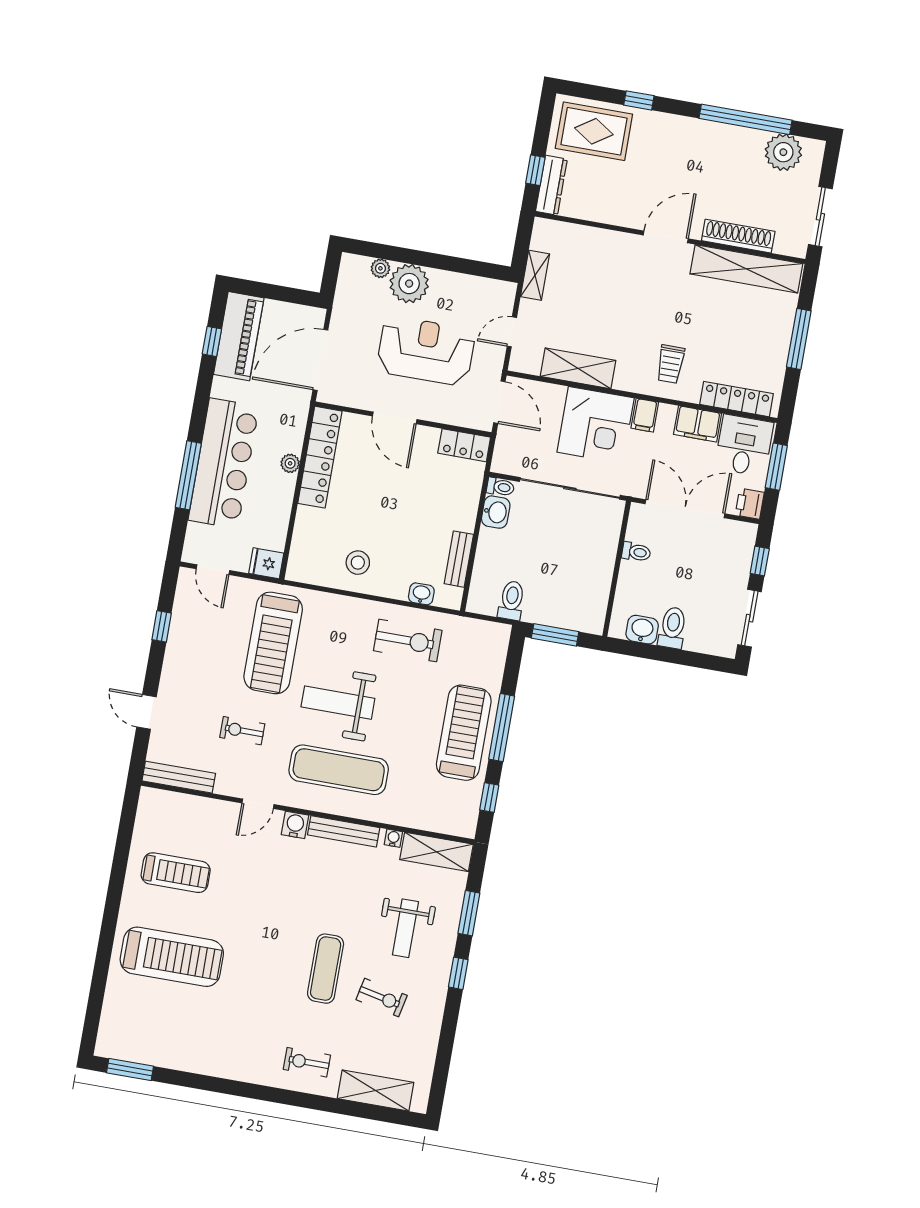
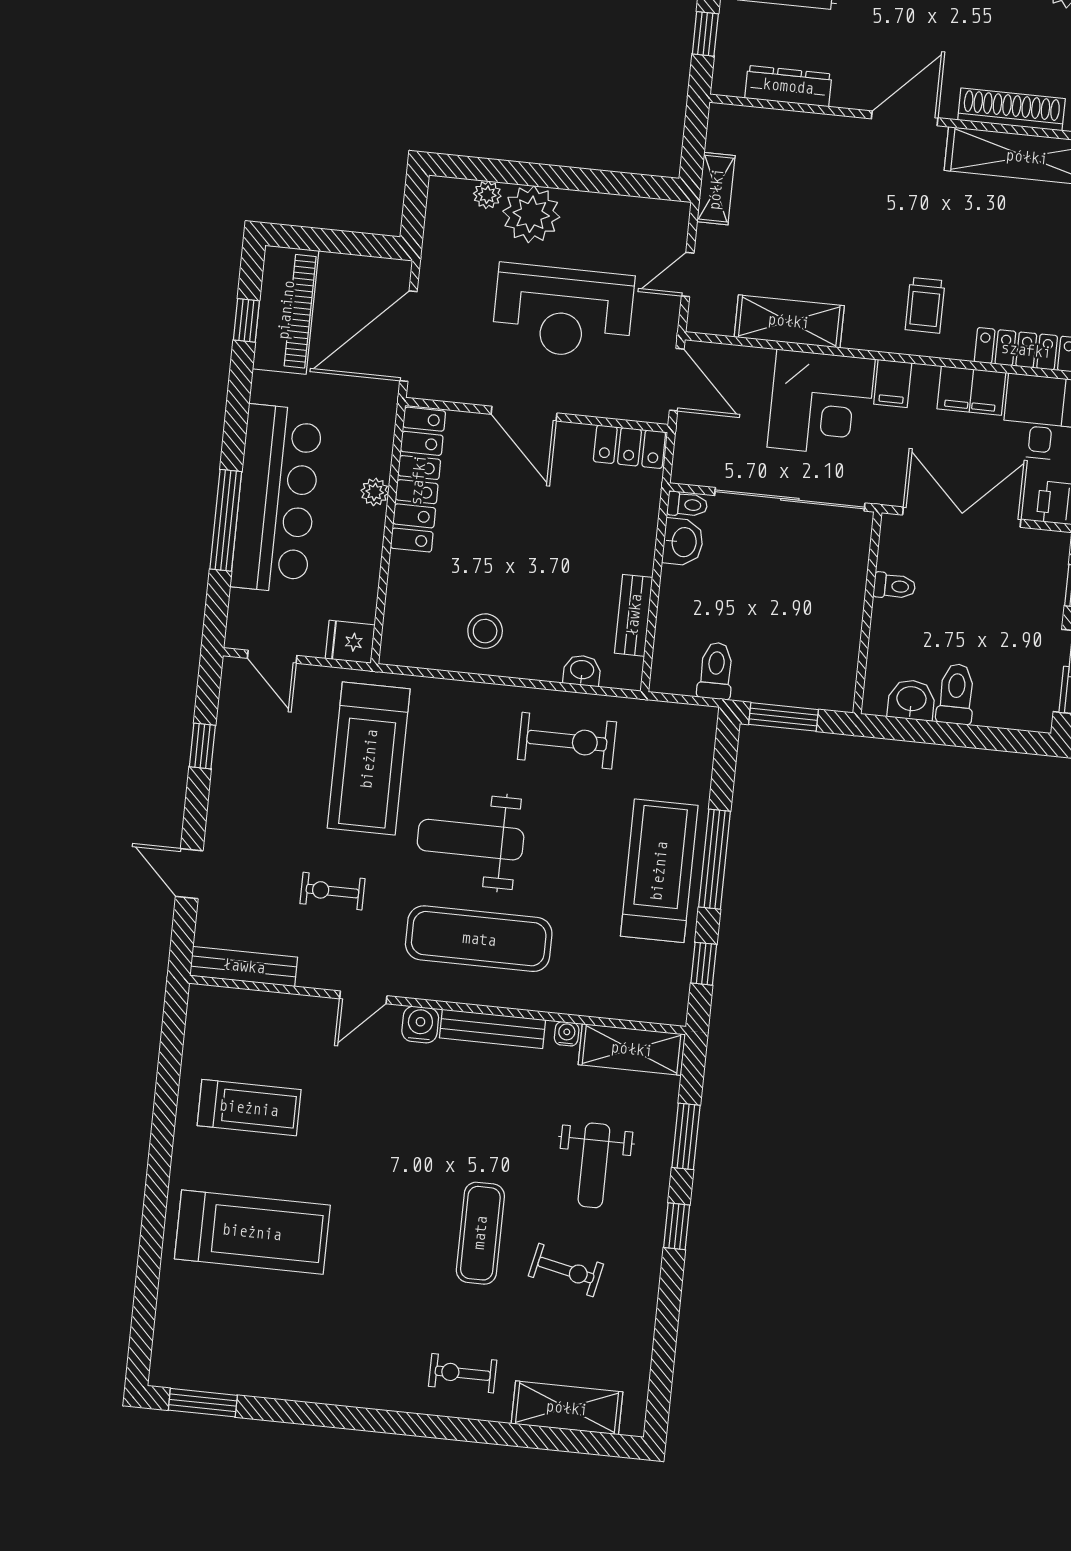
dresser: (551, 185) -> (788, 86), moved, turned -90
reception desk: (426, 351) -> (563, 311), turned 180

